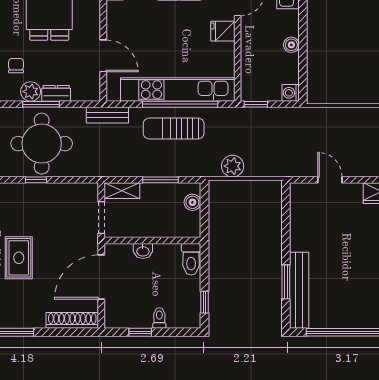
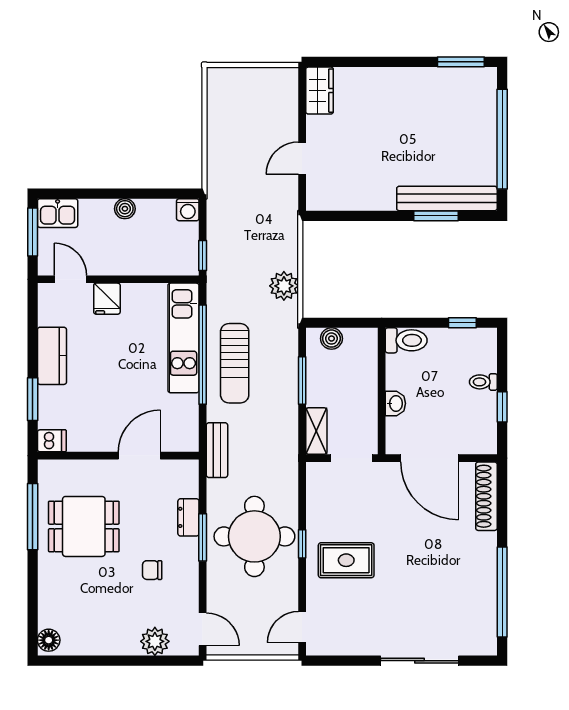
kitchen unit: (178, 90) -> (184, 338), width x0.73
plant: (31, 92) -> (186, 551), removed
rug: (19, 258) -> (346, 560), moved

